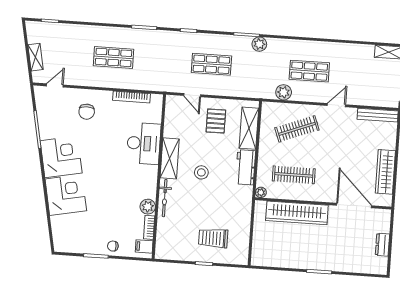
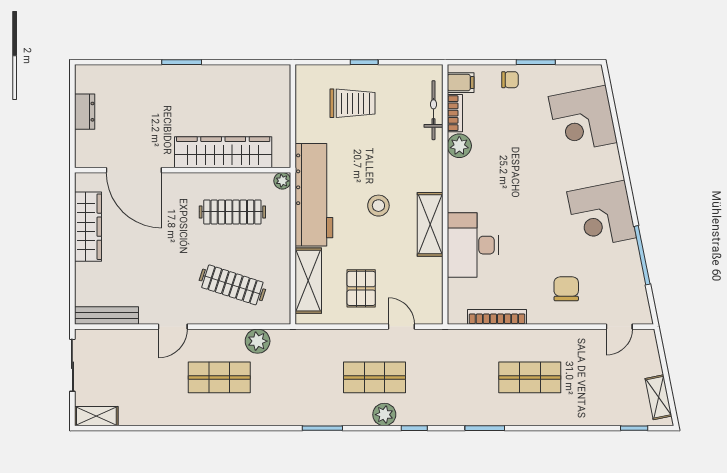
plant: (259, 44) -> (384, 415), moved
shelving: (36, 57) -> (658, 397), moved
clothes rail: (297, 129) -> (232, 285), turned 39
workbench: (246, 167) -> (314, 195), width x1.88, depth x1.32
corner desk: (66, 195) -> (583, 120), moved
bicycle: (165, 198) -> (434, 110), moved

